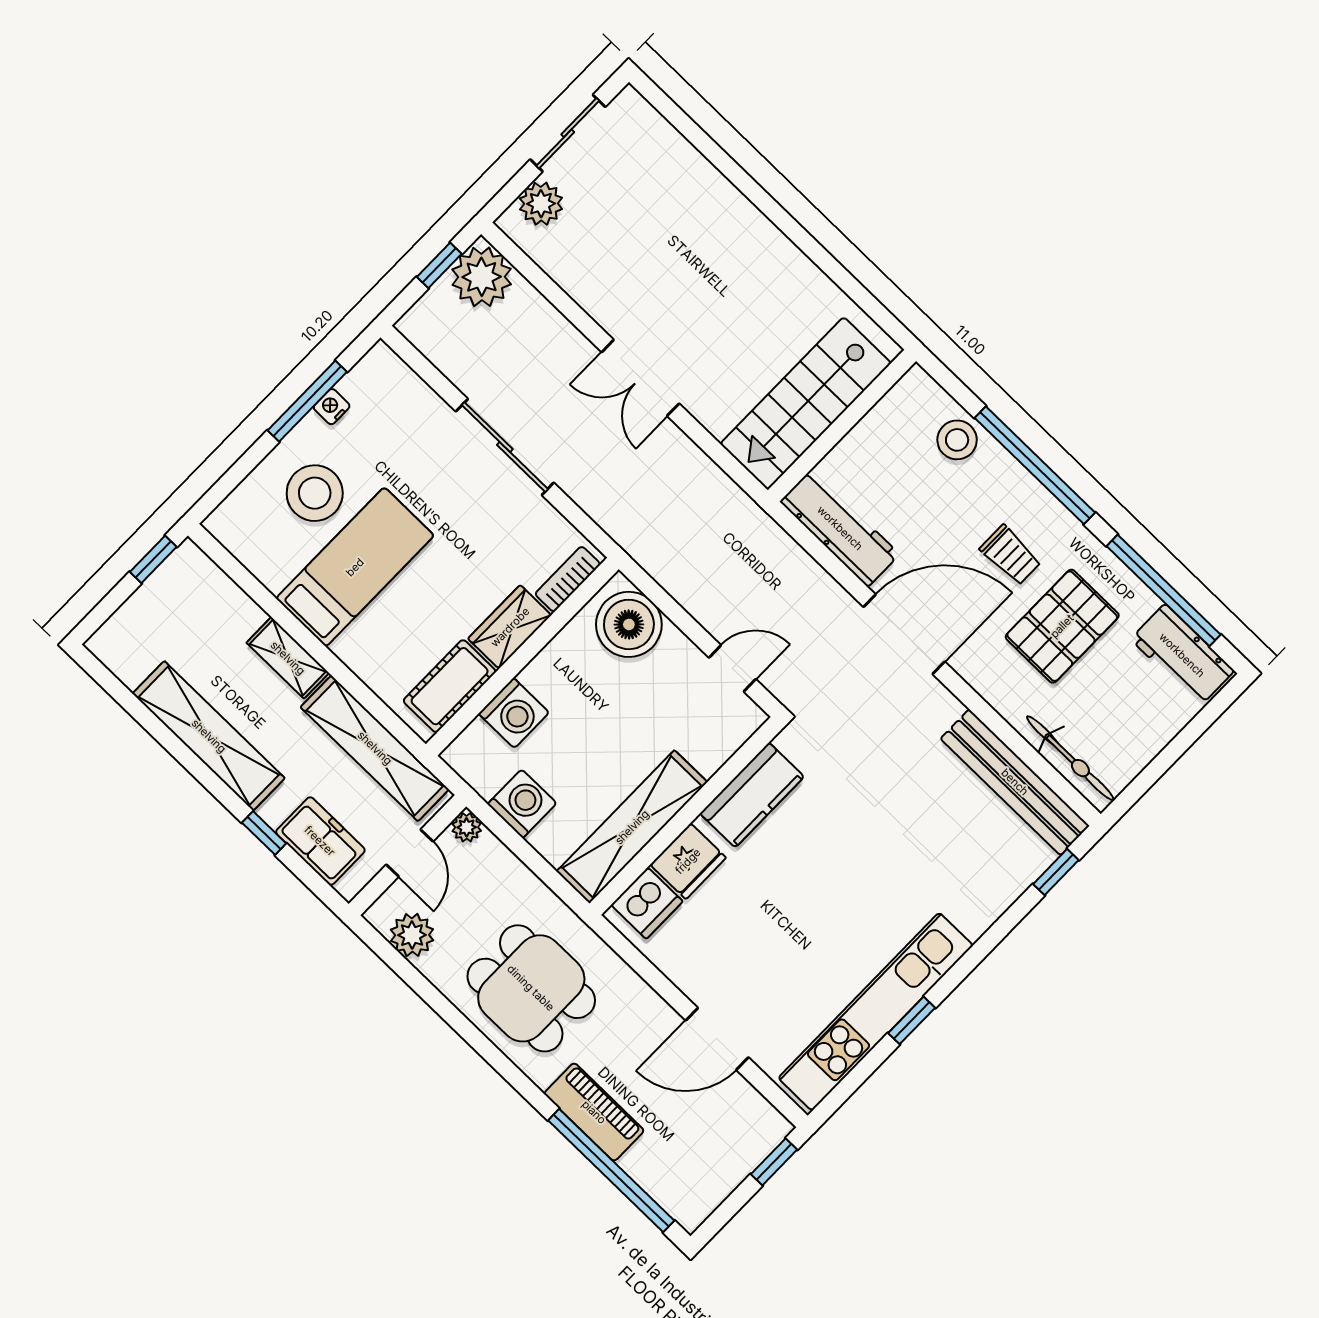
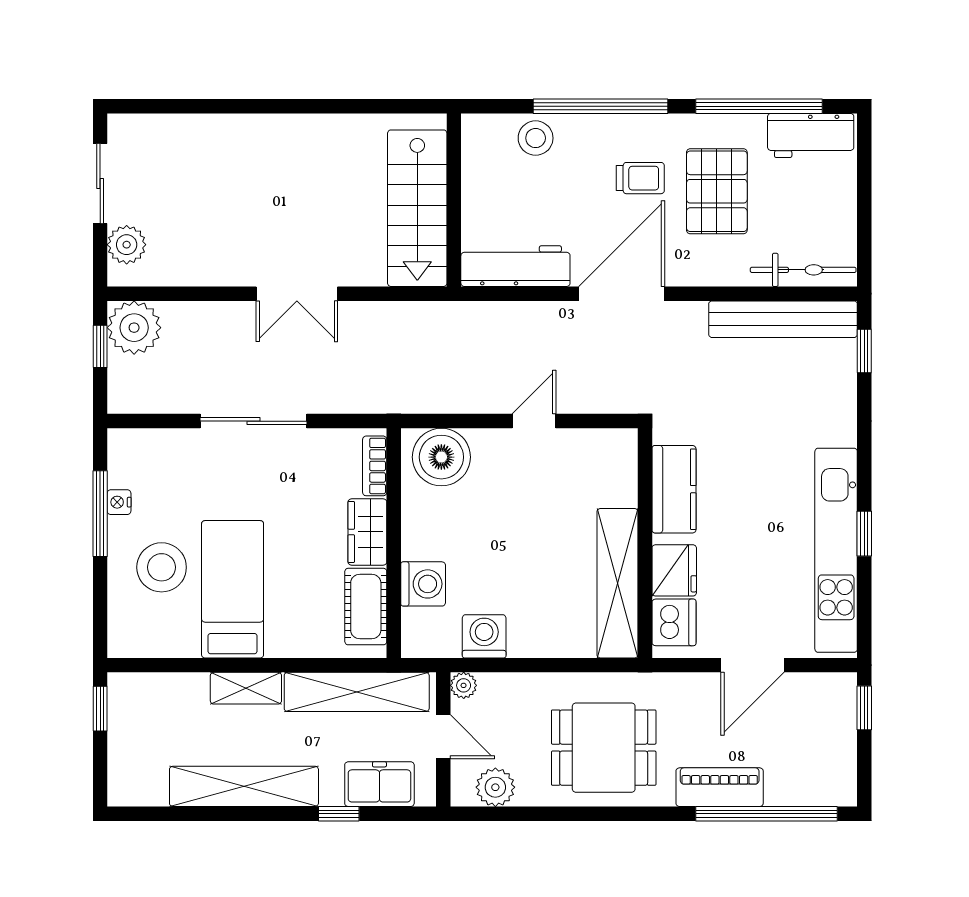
kitchen counter: (752, 795) -> (674, 489), moved
wall: (686, 816) -> (645, 543), moved
shelving: (632, 827) -> (617, 583), moved
fridge: (688, 861) -> (674, 570), moved
dishwasher: (647, 903) -> (674, 622), moved

